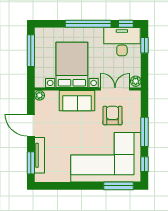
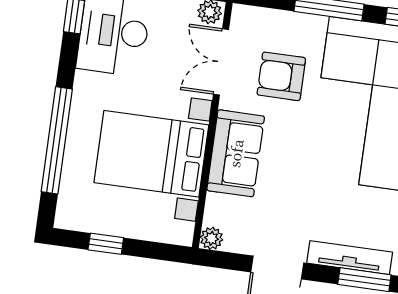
window: (88, 24) -> (57, 140), moved
window: (31, 51) -> (106, 244), width x0.46

